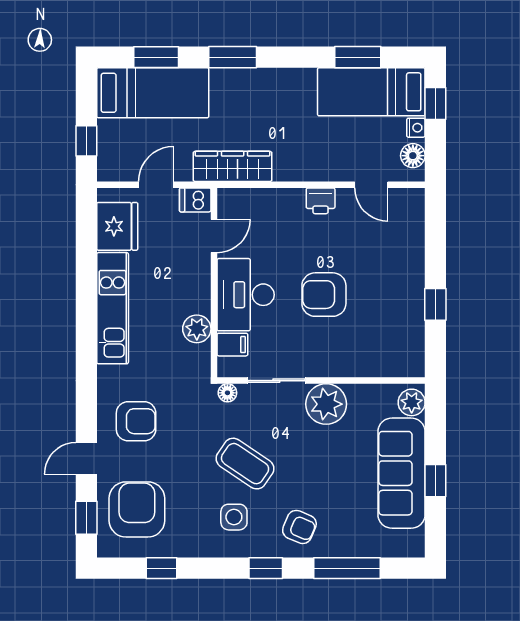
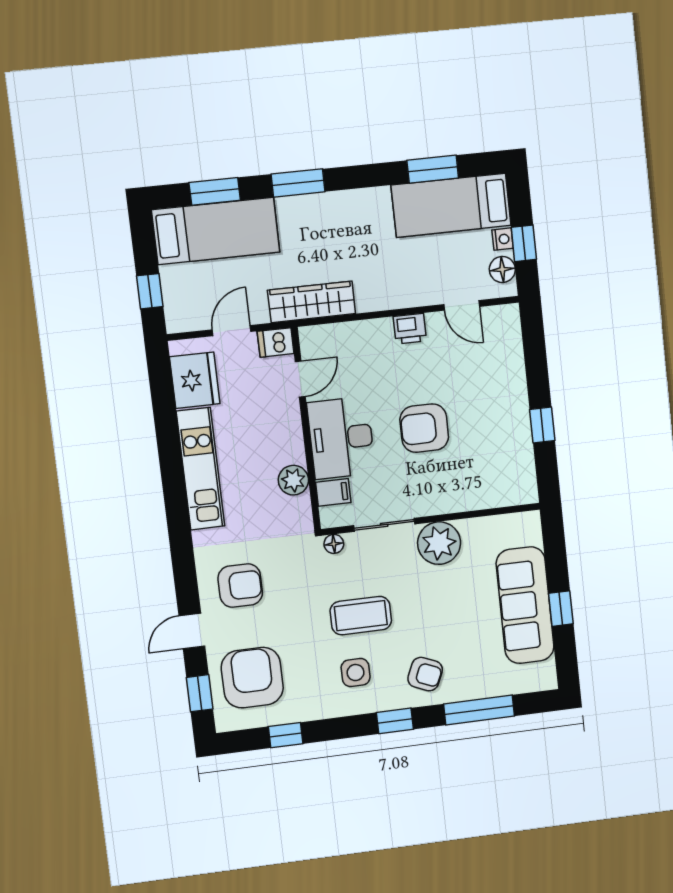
window: (435, 104) -> (524, 243), moved
plant: (412, 402) -> (528, 531), removed
coffee table: (245, 464) -> (361, 616), turned -34

